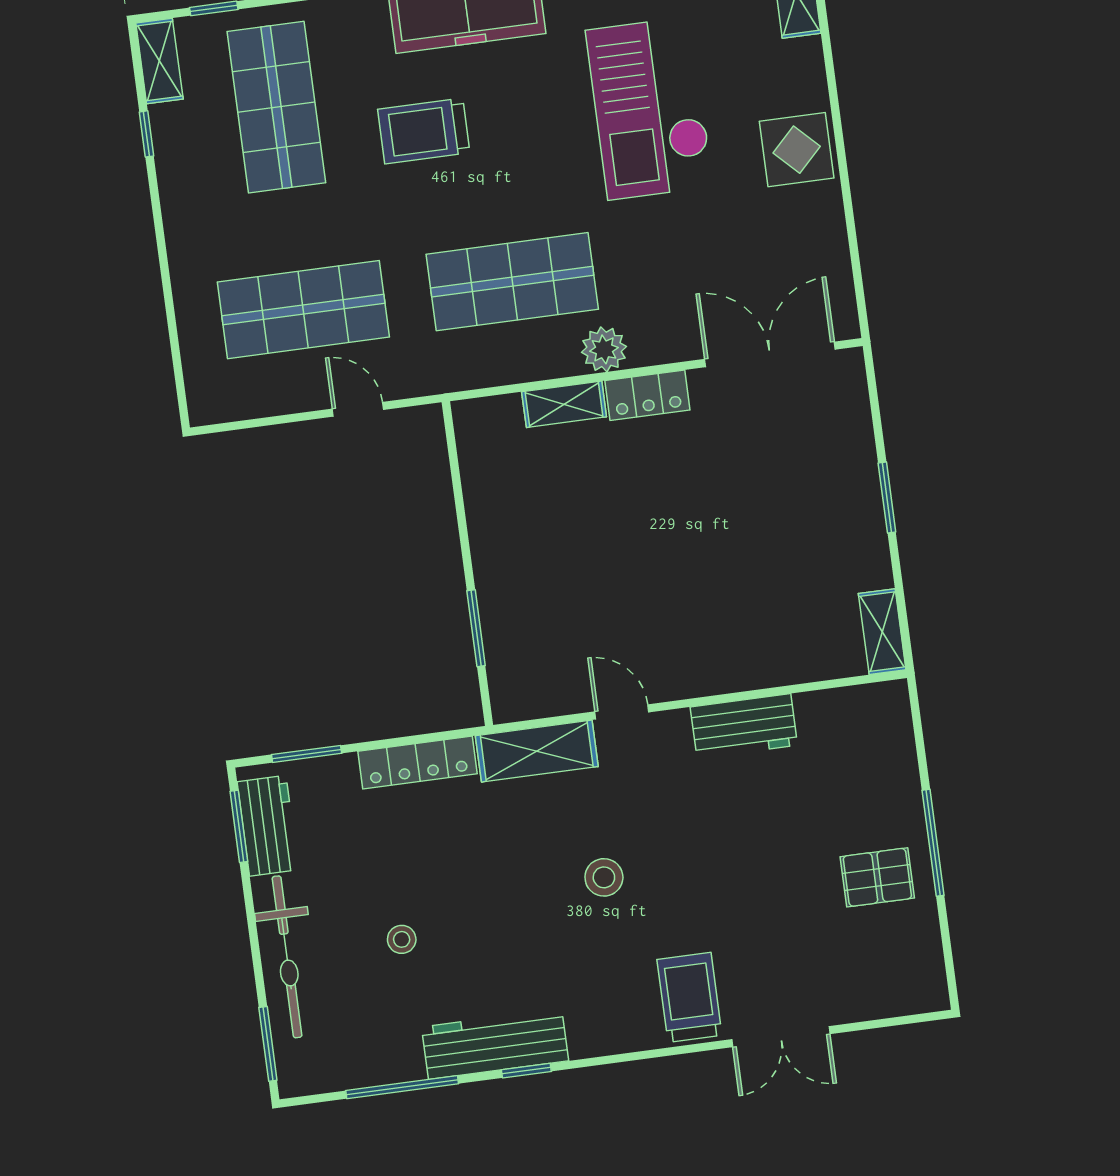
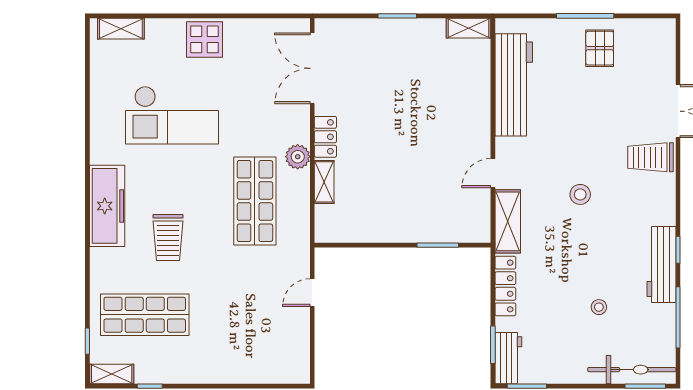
shop shelf: (303, 310) -> (255, 315), removed
workbench: (744, 726) -> (514, 85), width x1.87, depth x1.32
workbench: (268, 826) -> (508, 358), moved, turned 90
bicycle: (287, 957) -> (632, 370), moved

